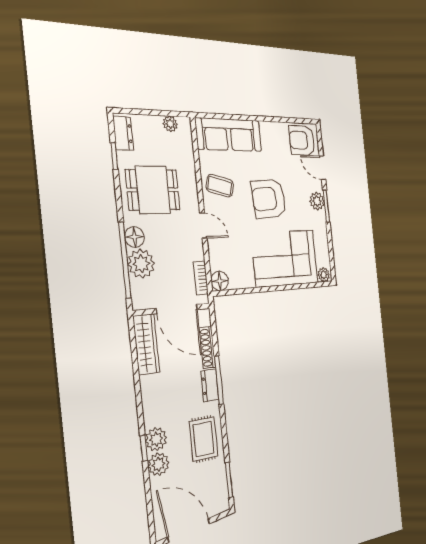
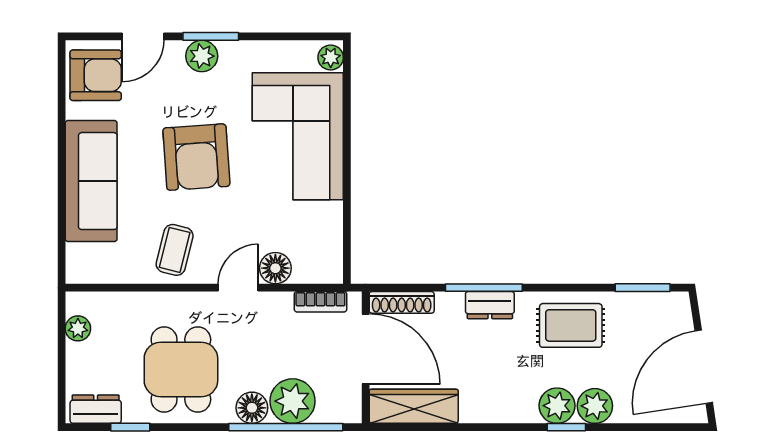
sofa: (229, 135) -> (91, 181), moved
armchair: (302, 140) -> (96, 75), turned -90
floor lamp: (220, 281) -> (275, 268), moved
door: (177, 309) -> (366, 349), hinge flipped
shoe rack: (207, 348) -> (402, 302), moved

